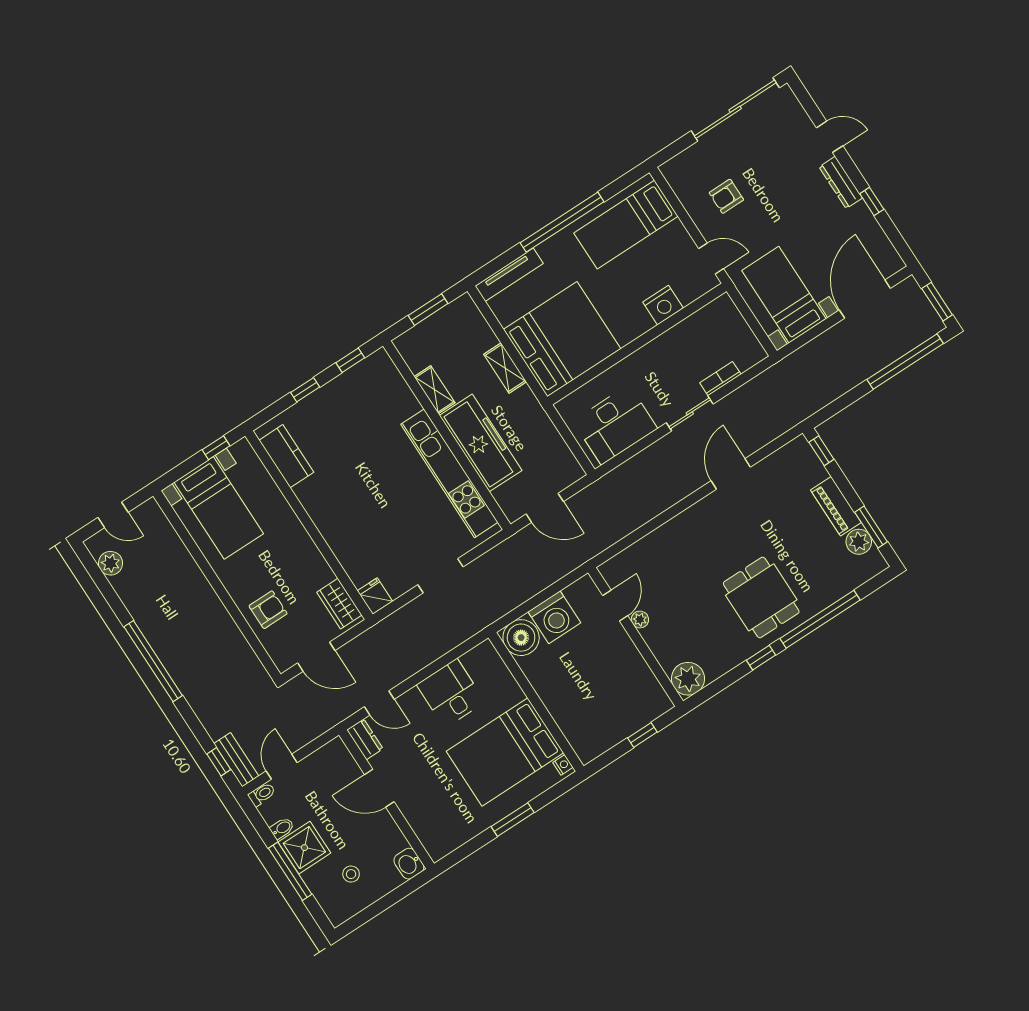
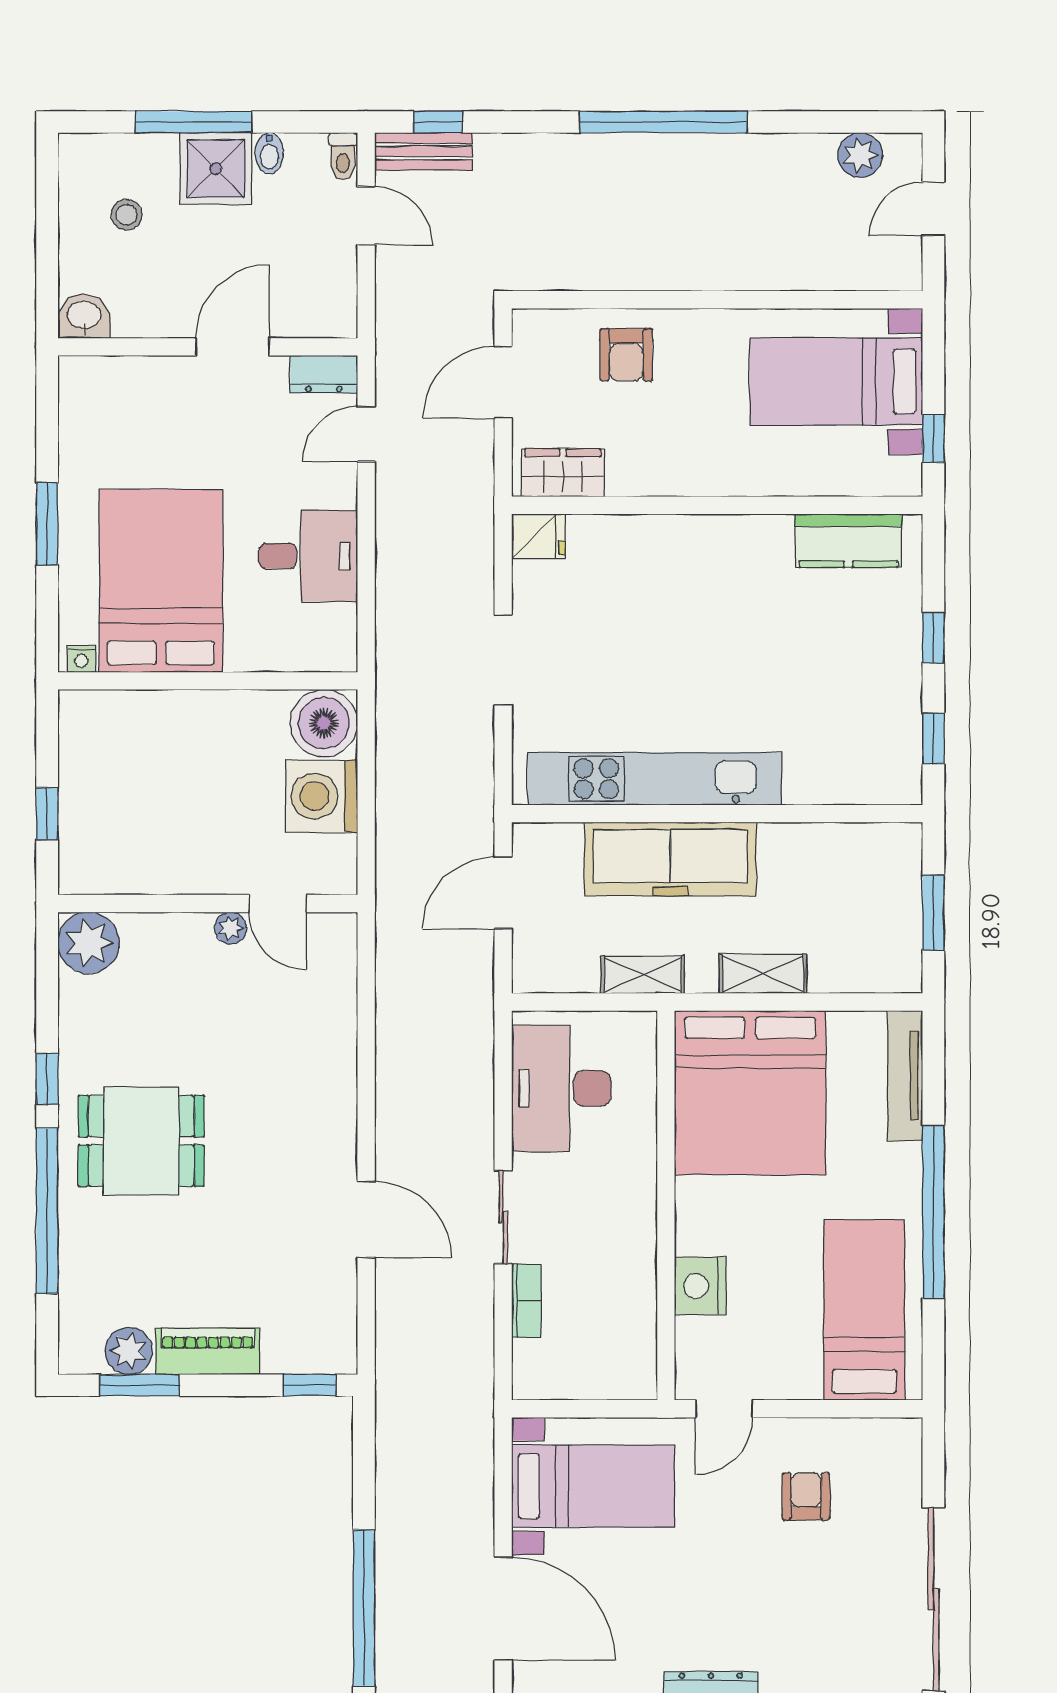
shelving: (434, 390) -> (642, 975), moved

